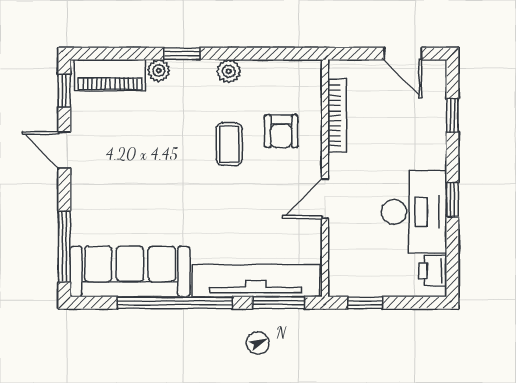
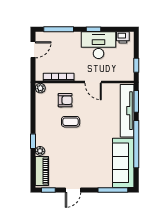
plant: (229, 71) -> (40, 88), moved
window: (452, 115) -> (59, 29), width x2.17

